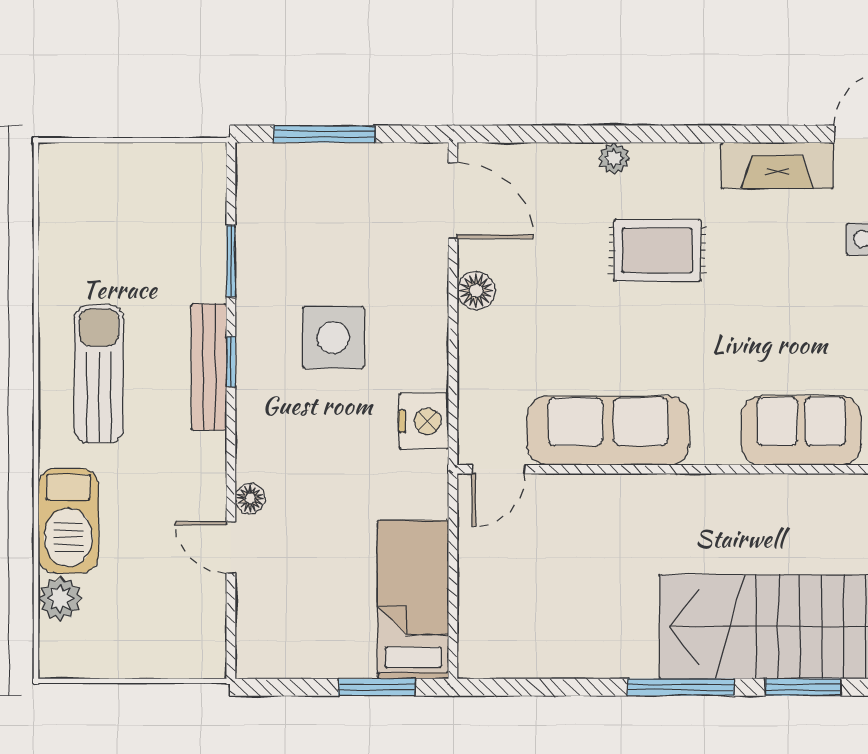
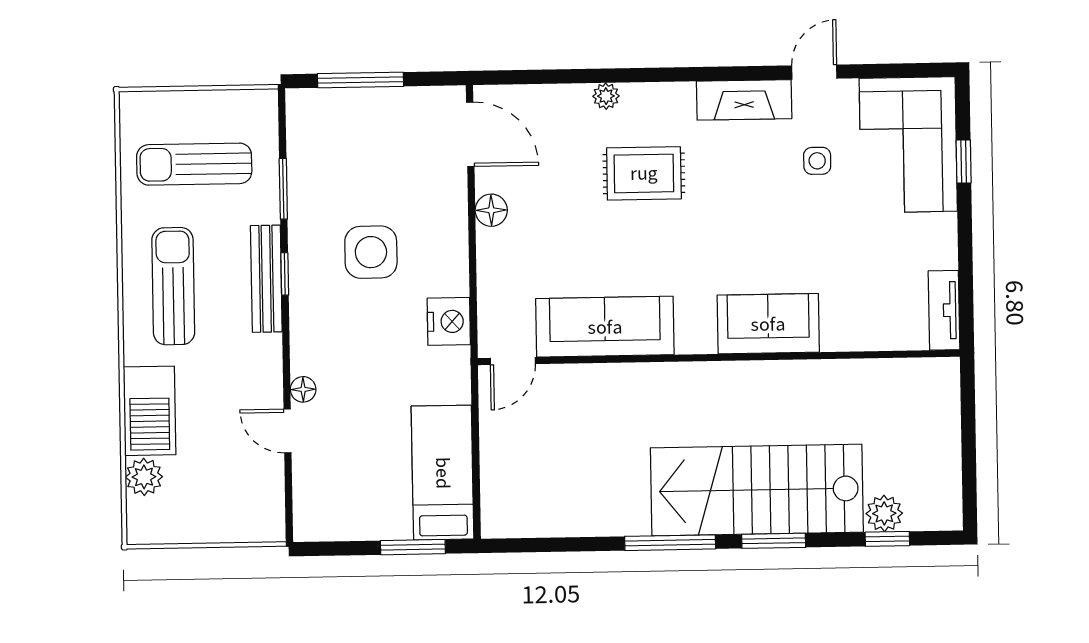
sun lounger: (126, 230) -> (194, 164), added

